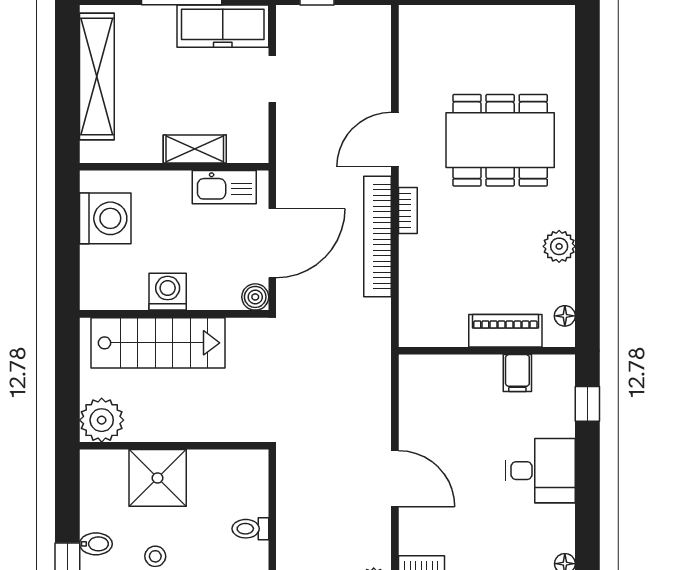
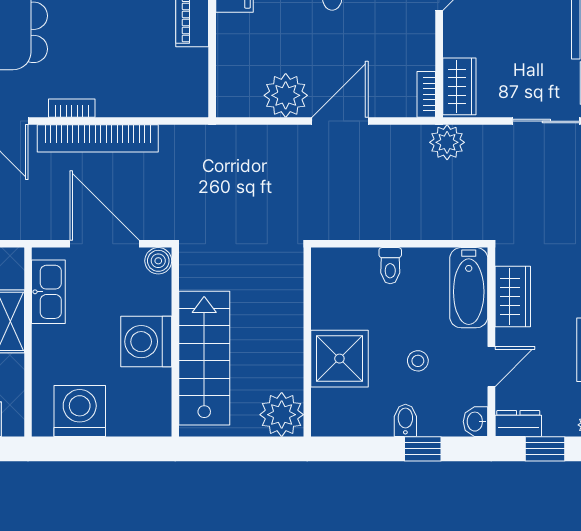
washing machine: (168, 292) -> (146, 342), width x1.37, depth x1.37
plant: (420, 424) -> (286, 95), added

